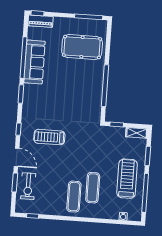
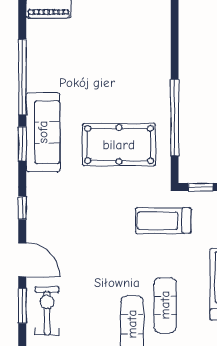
pool table: (82, 47) -> (119, 145), moved
sofa: (34, 62) -> (43, 132), moved
treadmill: (49, 137) -> (163, 221), moved
exercise bike: (28, 186) -> (47, 311), turned 180

